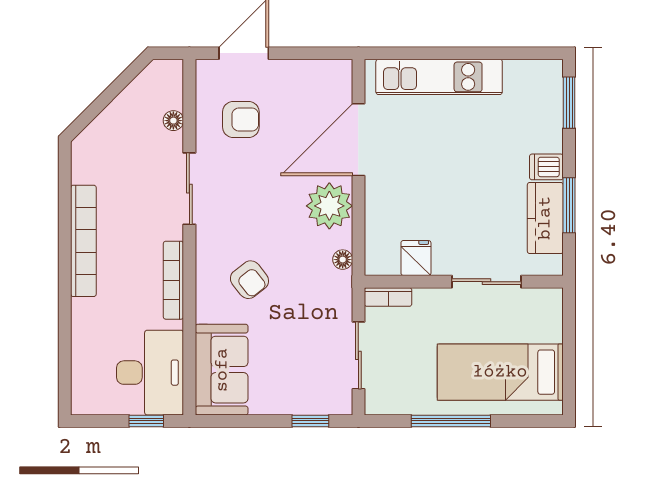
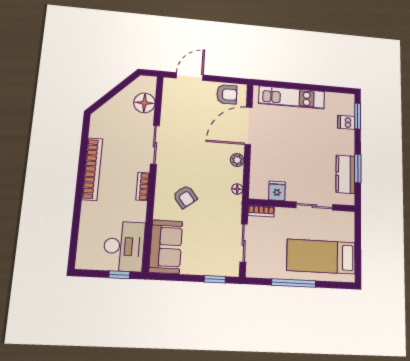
armchair: (241, 119) -> (227, 94), moved
floor lamp: (173, 121) -> (144, 103), width x1.89, depth x1.89
dishwasher: (546, 167) -> (346, 122), moved
plant: (329, 206) -> (237, 160), width x0.53, depth x0.53
bookcase: (173, 280) -> (143, 186), width x0.64

